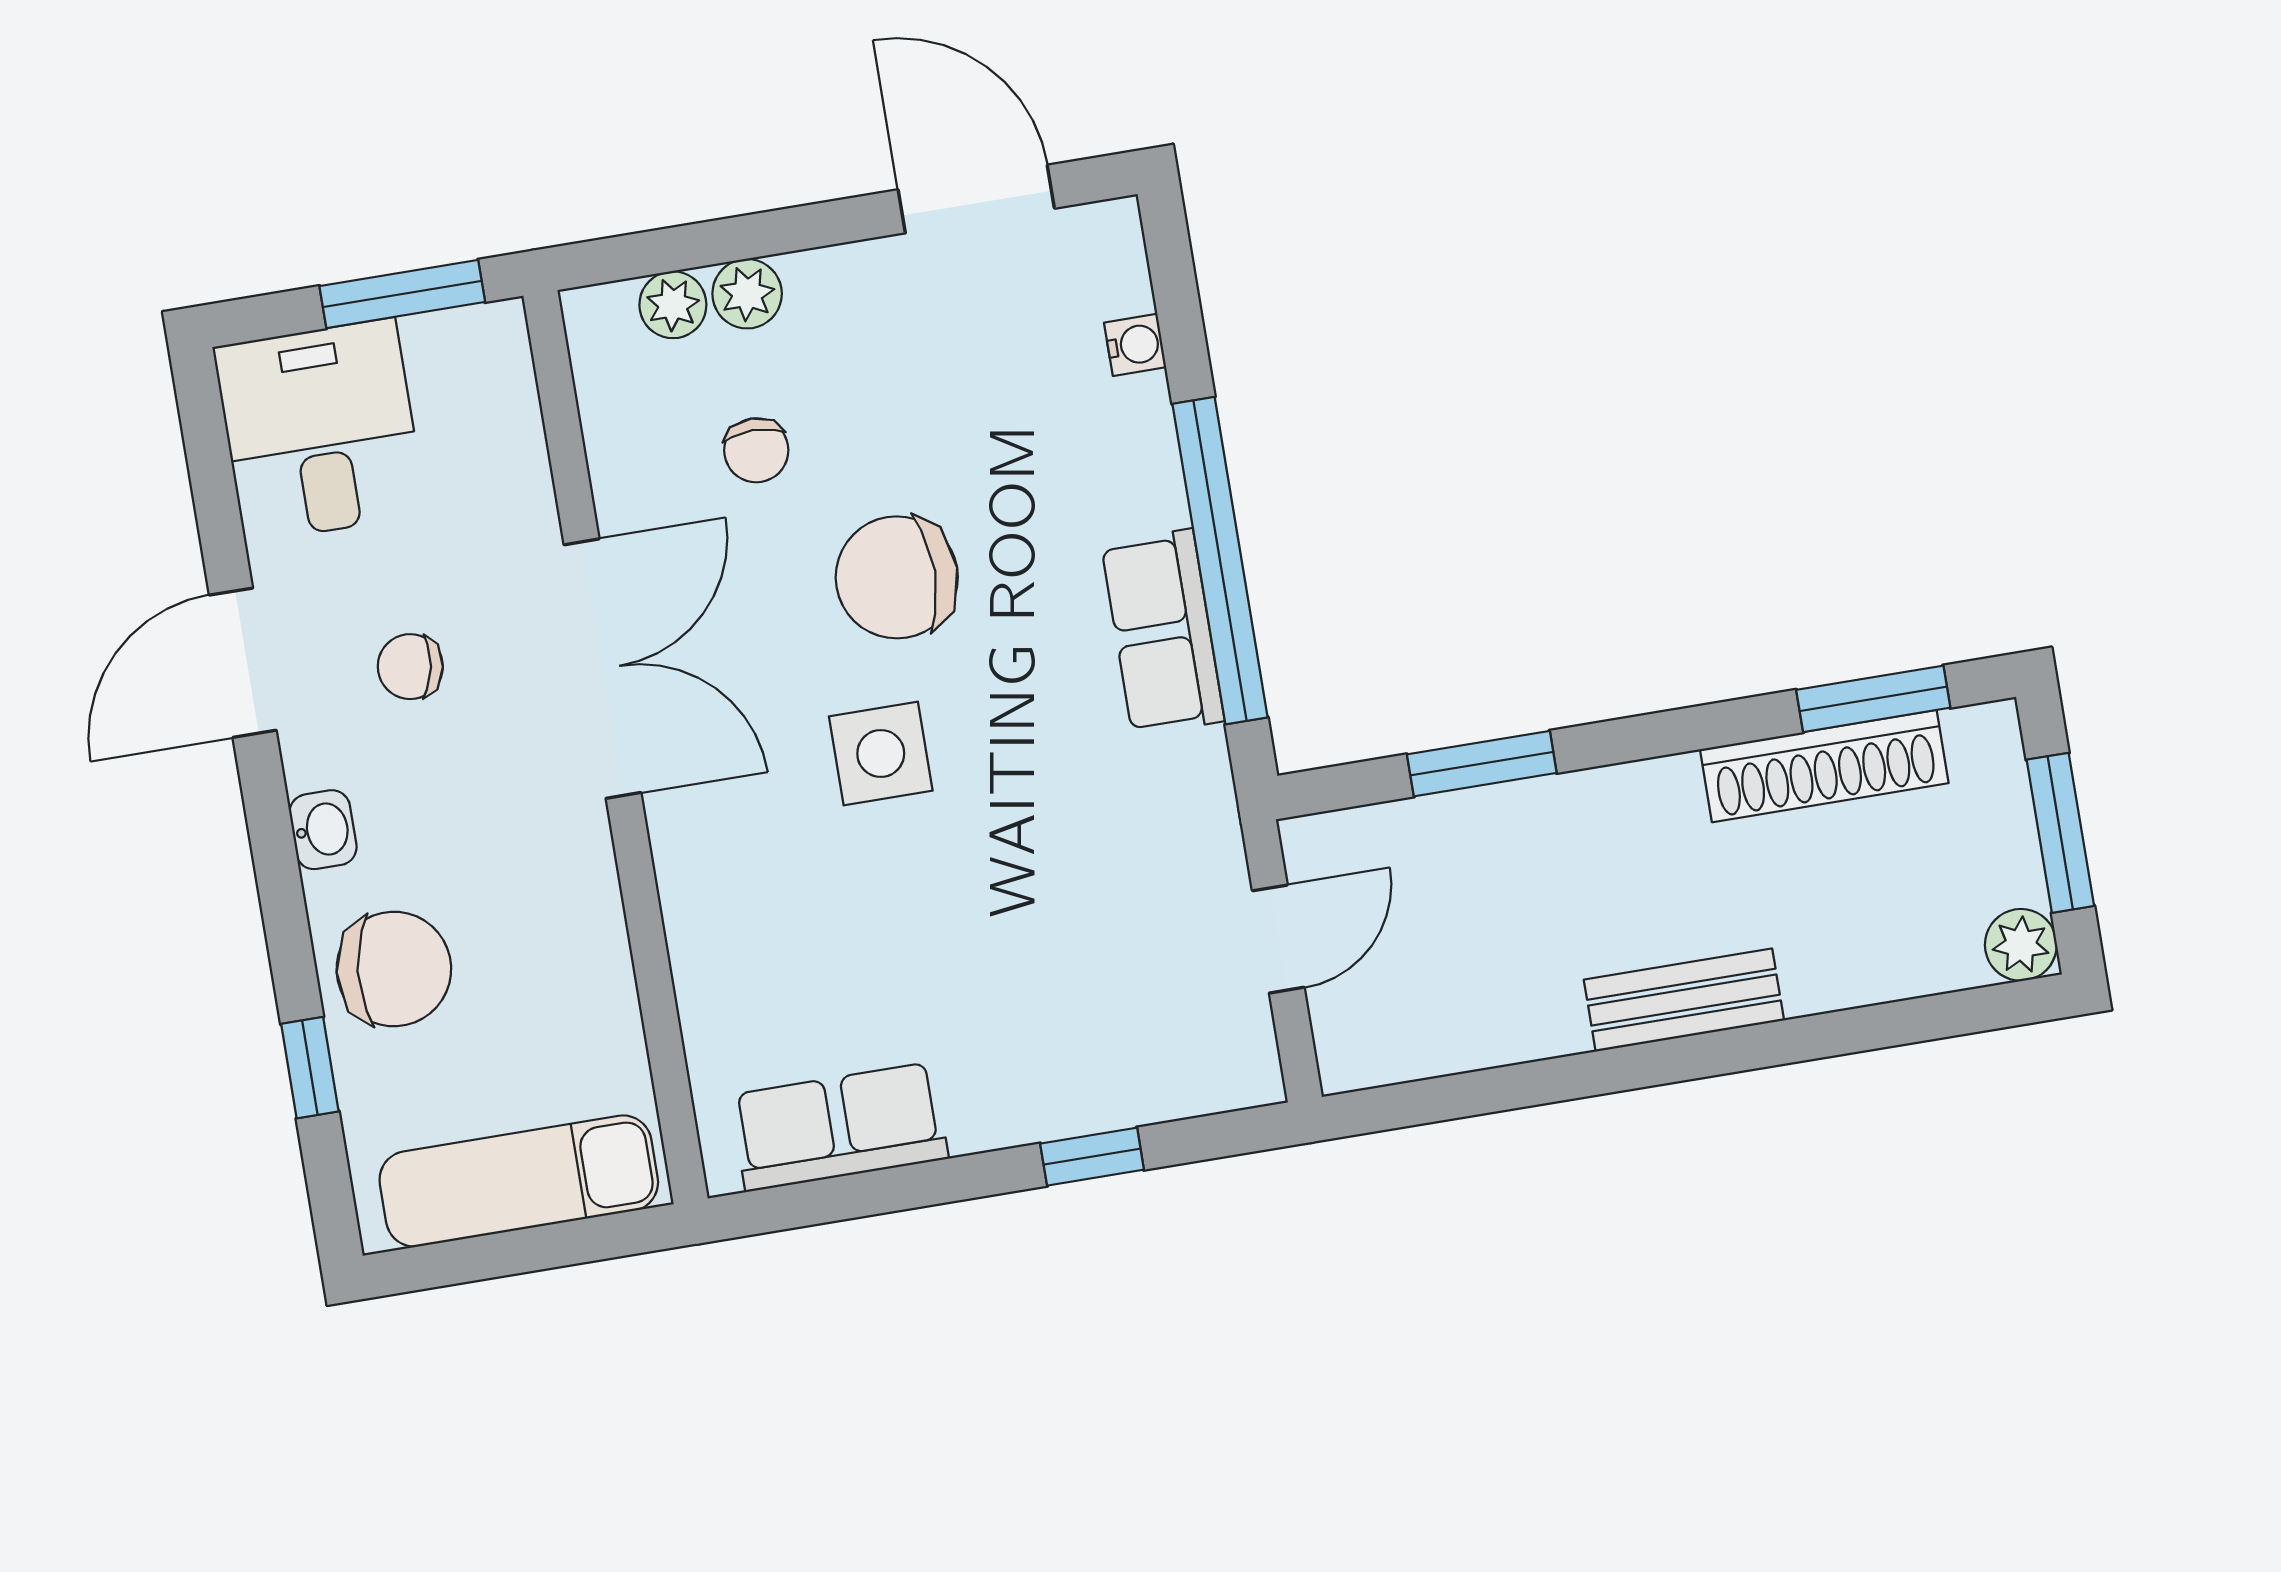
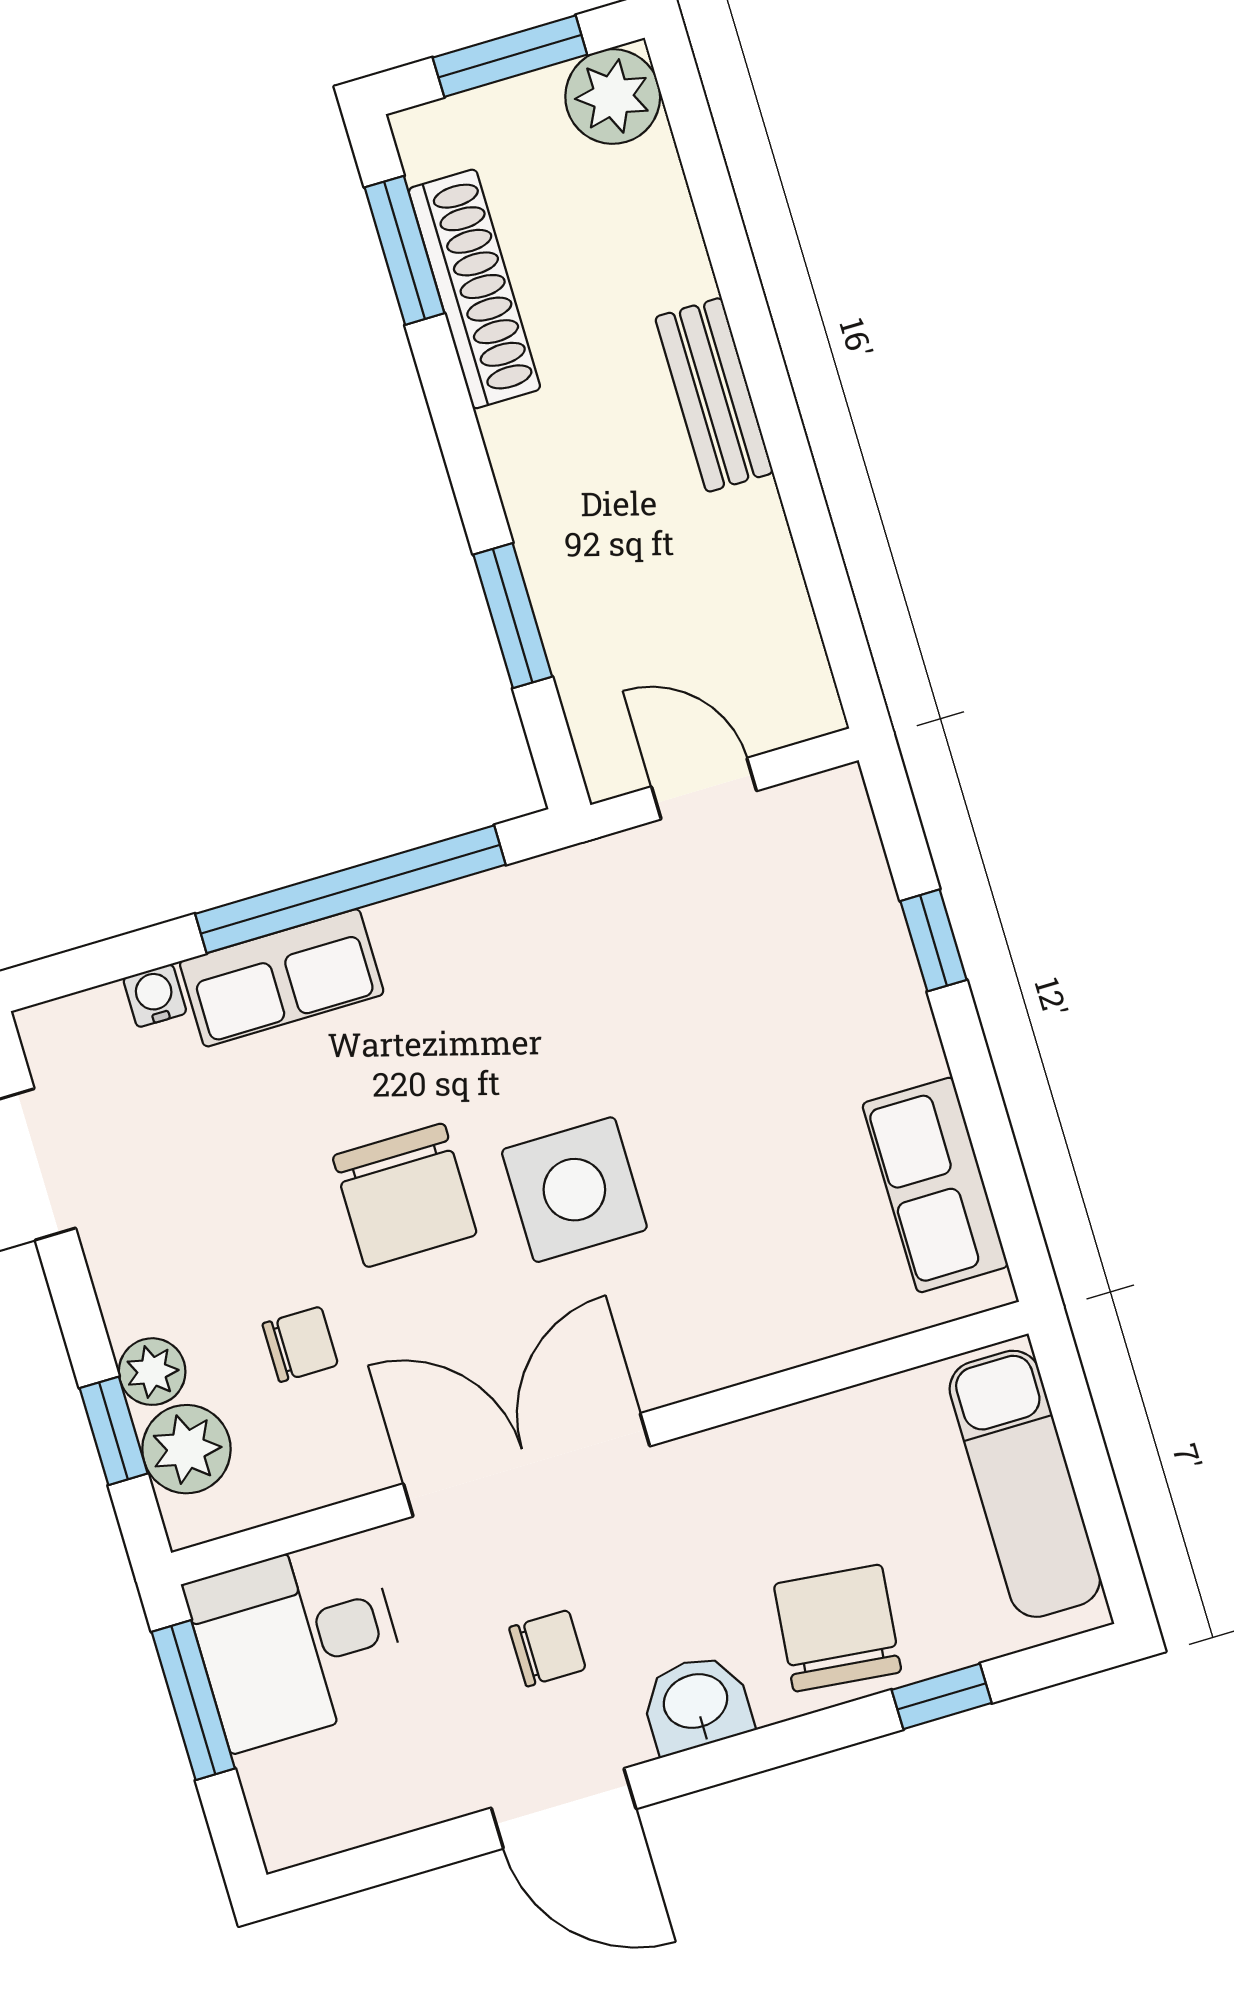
window: (691, 246) -> (114, 1431), added
plant: (673, 305) -> (186, 1449), width x1.38, depth x1.38
desk: (320, 431) -> (298, 1643), moved
row of seats: (1163, 632) -> (282, 978), moved
chair: (410, 667) -> (547, 1648), turned -100
side table: (881, 753) -> (574, 1190), width x1.37, depth x1.37
washbasin: (323, 830) -> (696, 1703), width x1.38, depth x1.45
plant: (2021, 945) -> (613, 96), width x1.38, depth x1.38

